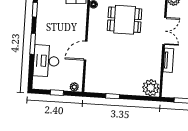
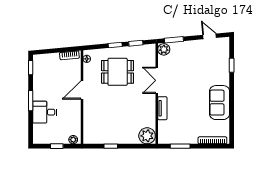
double door: (164, 31) -> (157, 80), swing flipped
door: (86, 51) -> (82, 90), moved
desk: (46, 61) -> (45, 112), width x0.73

